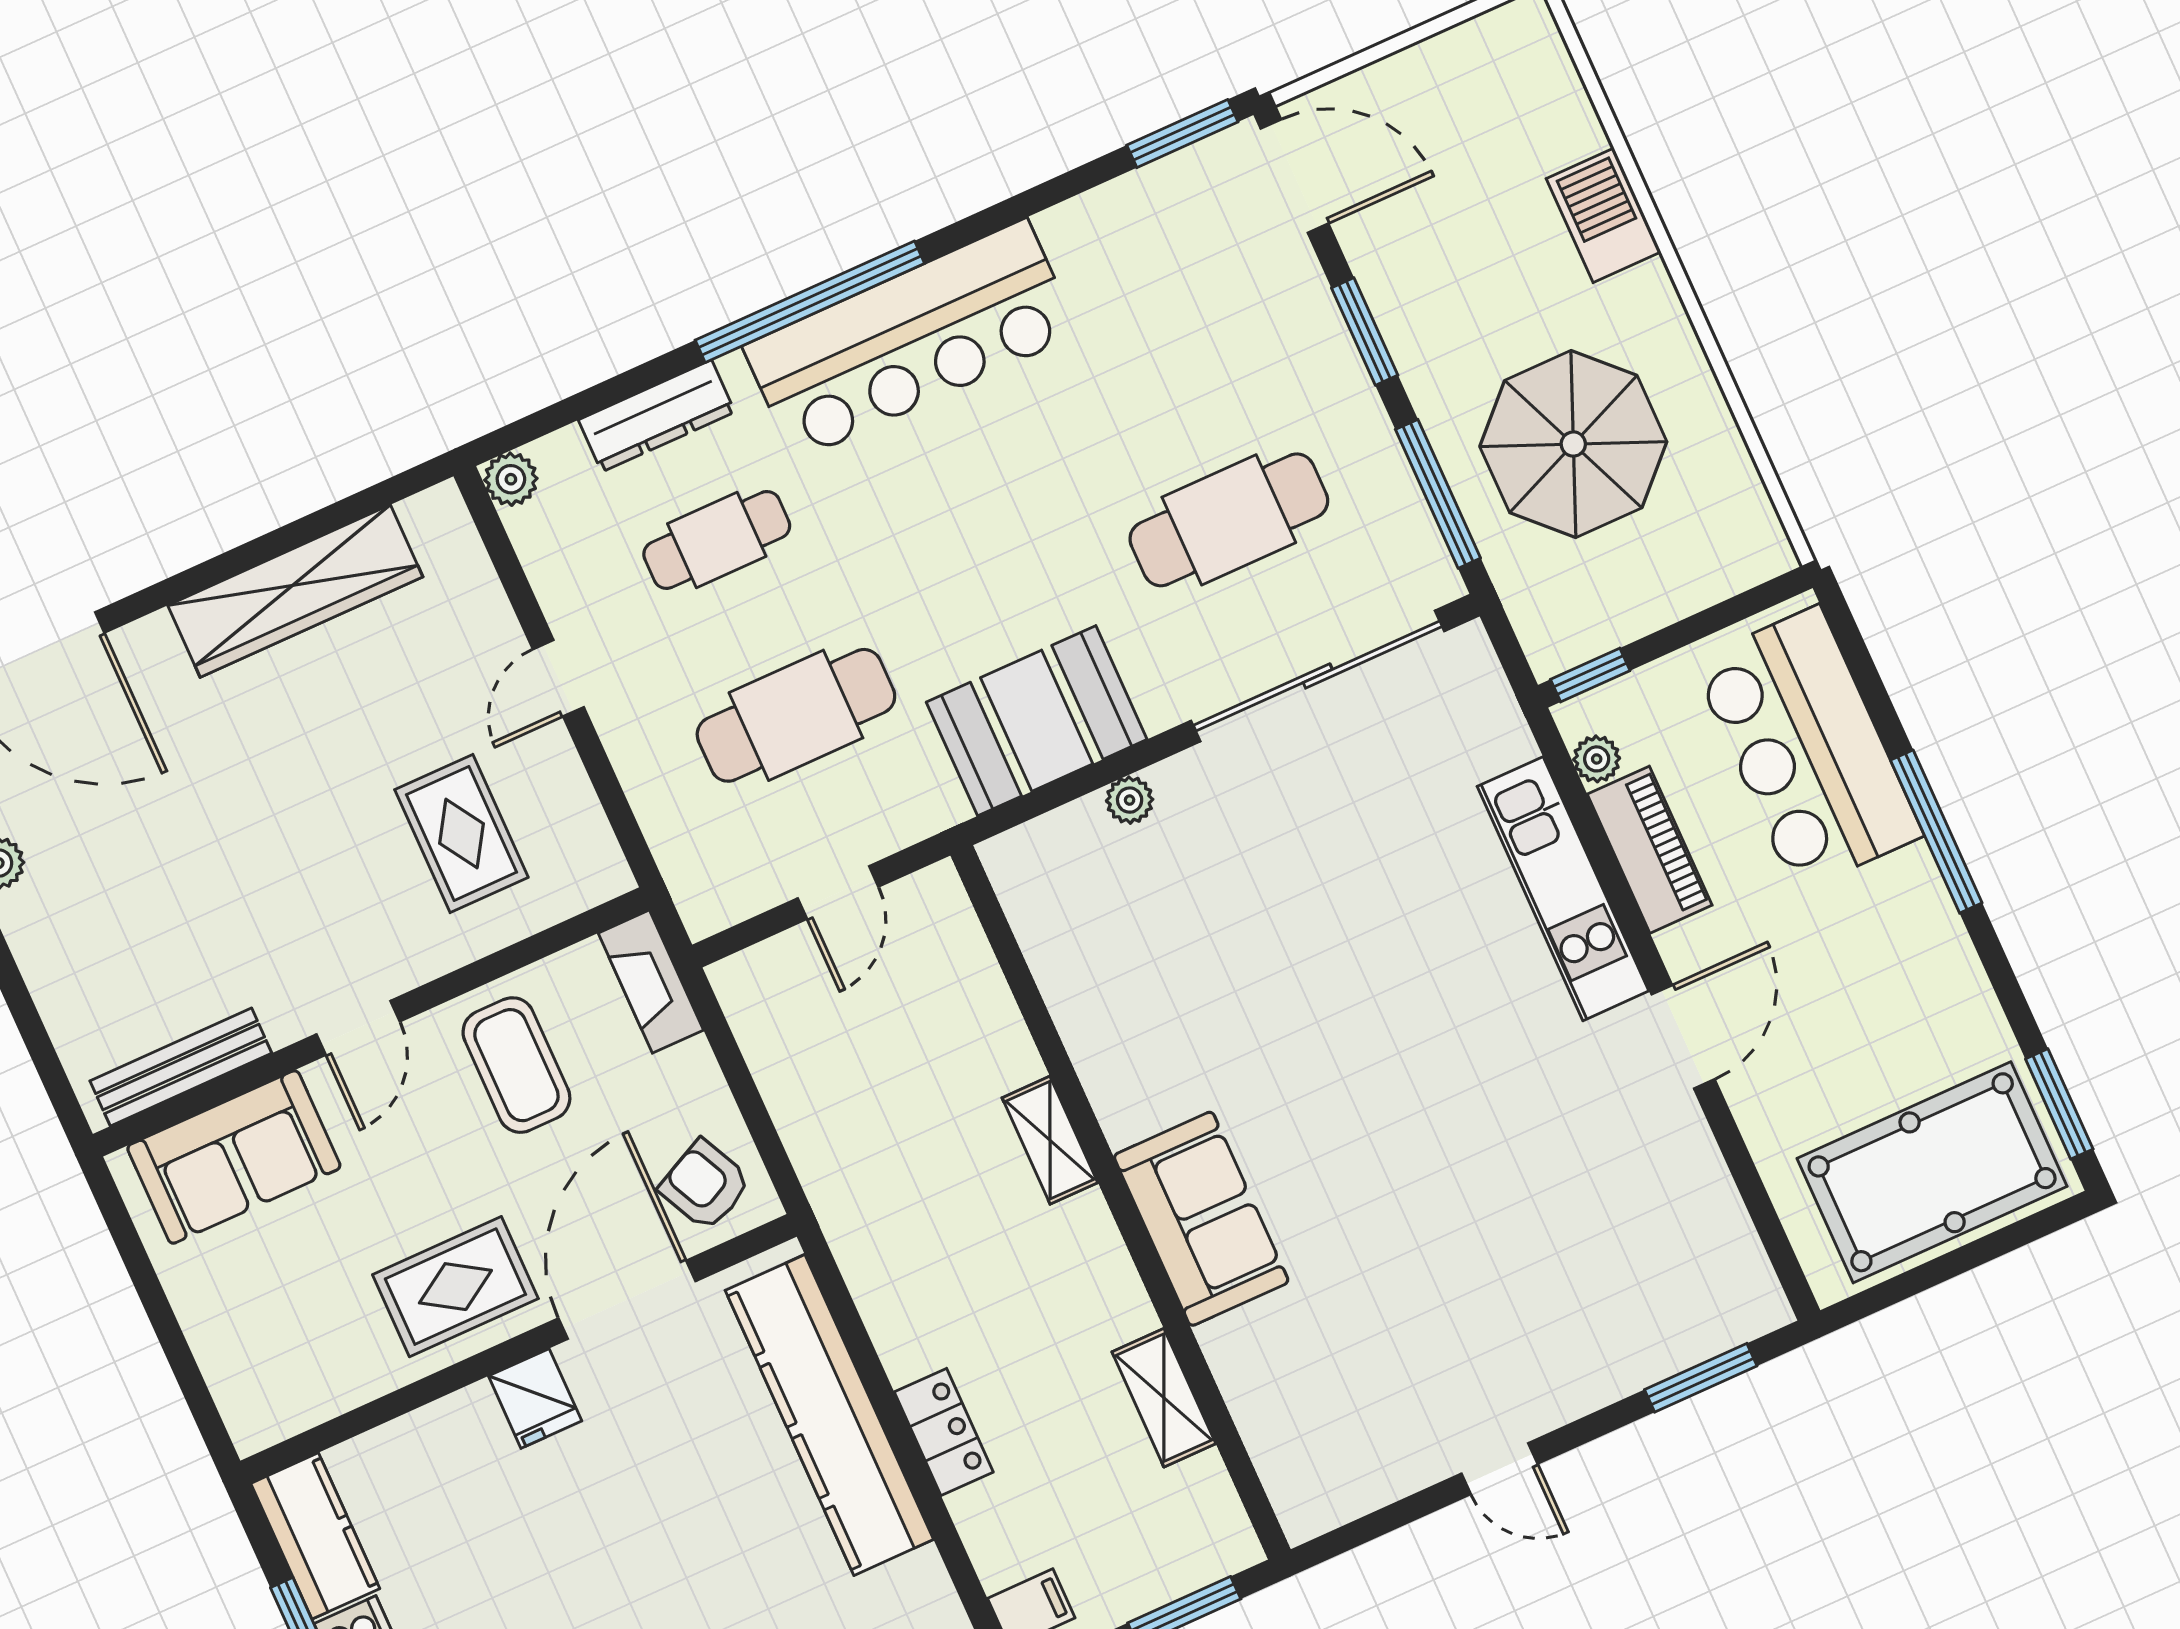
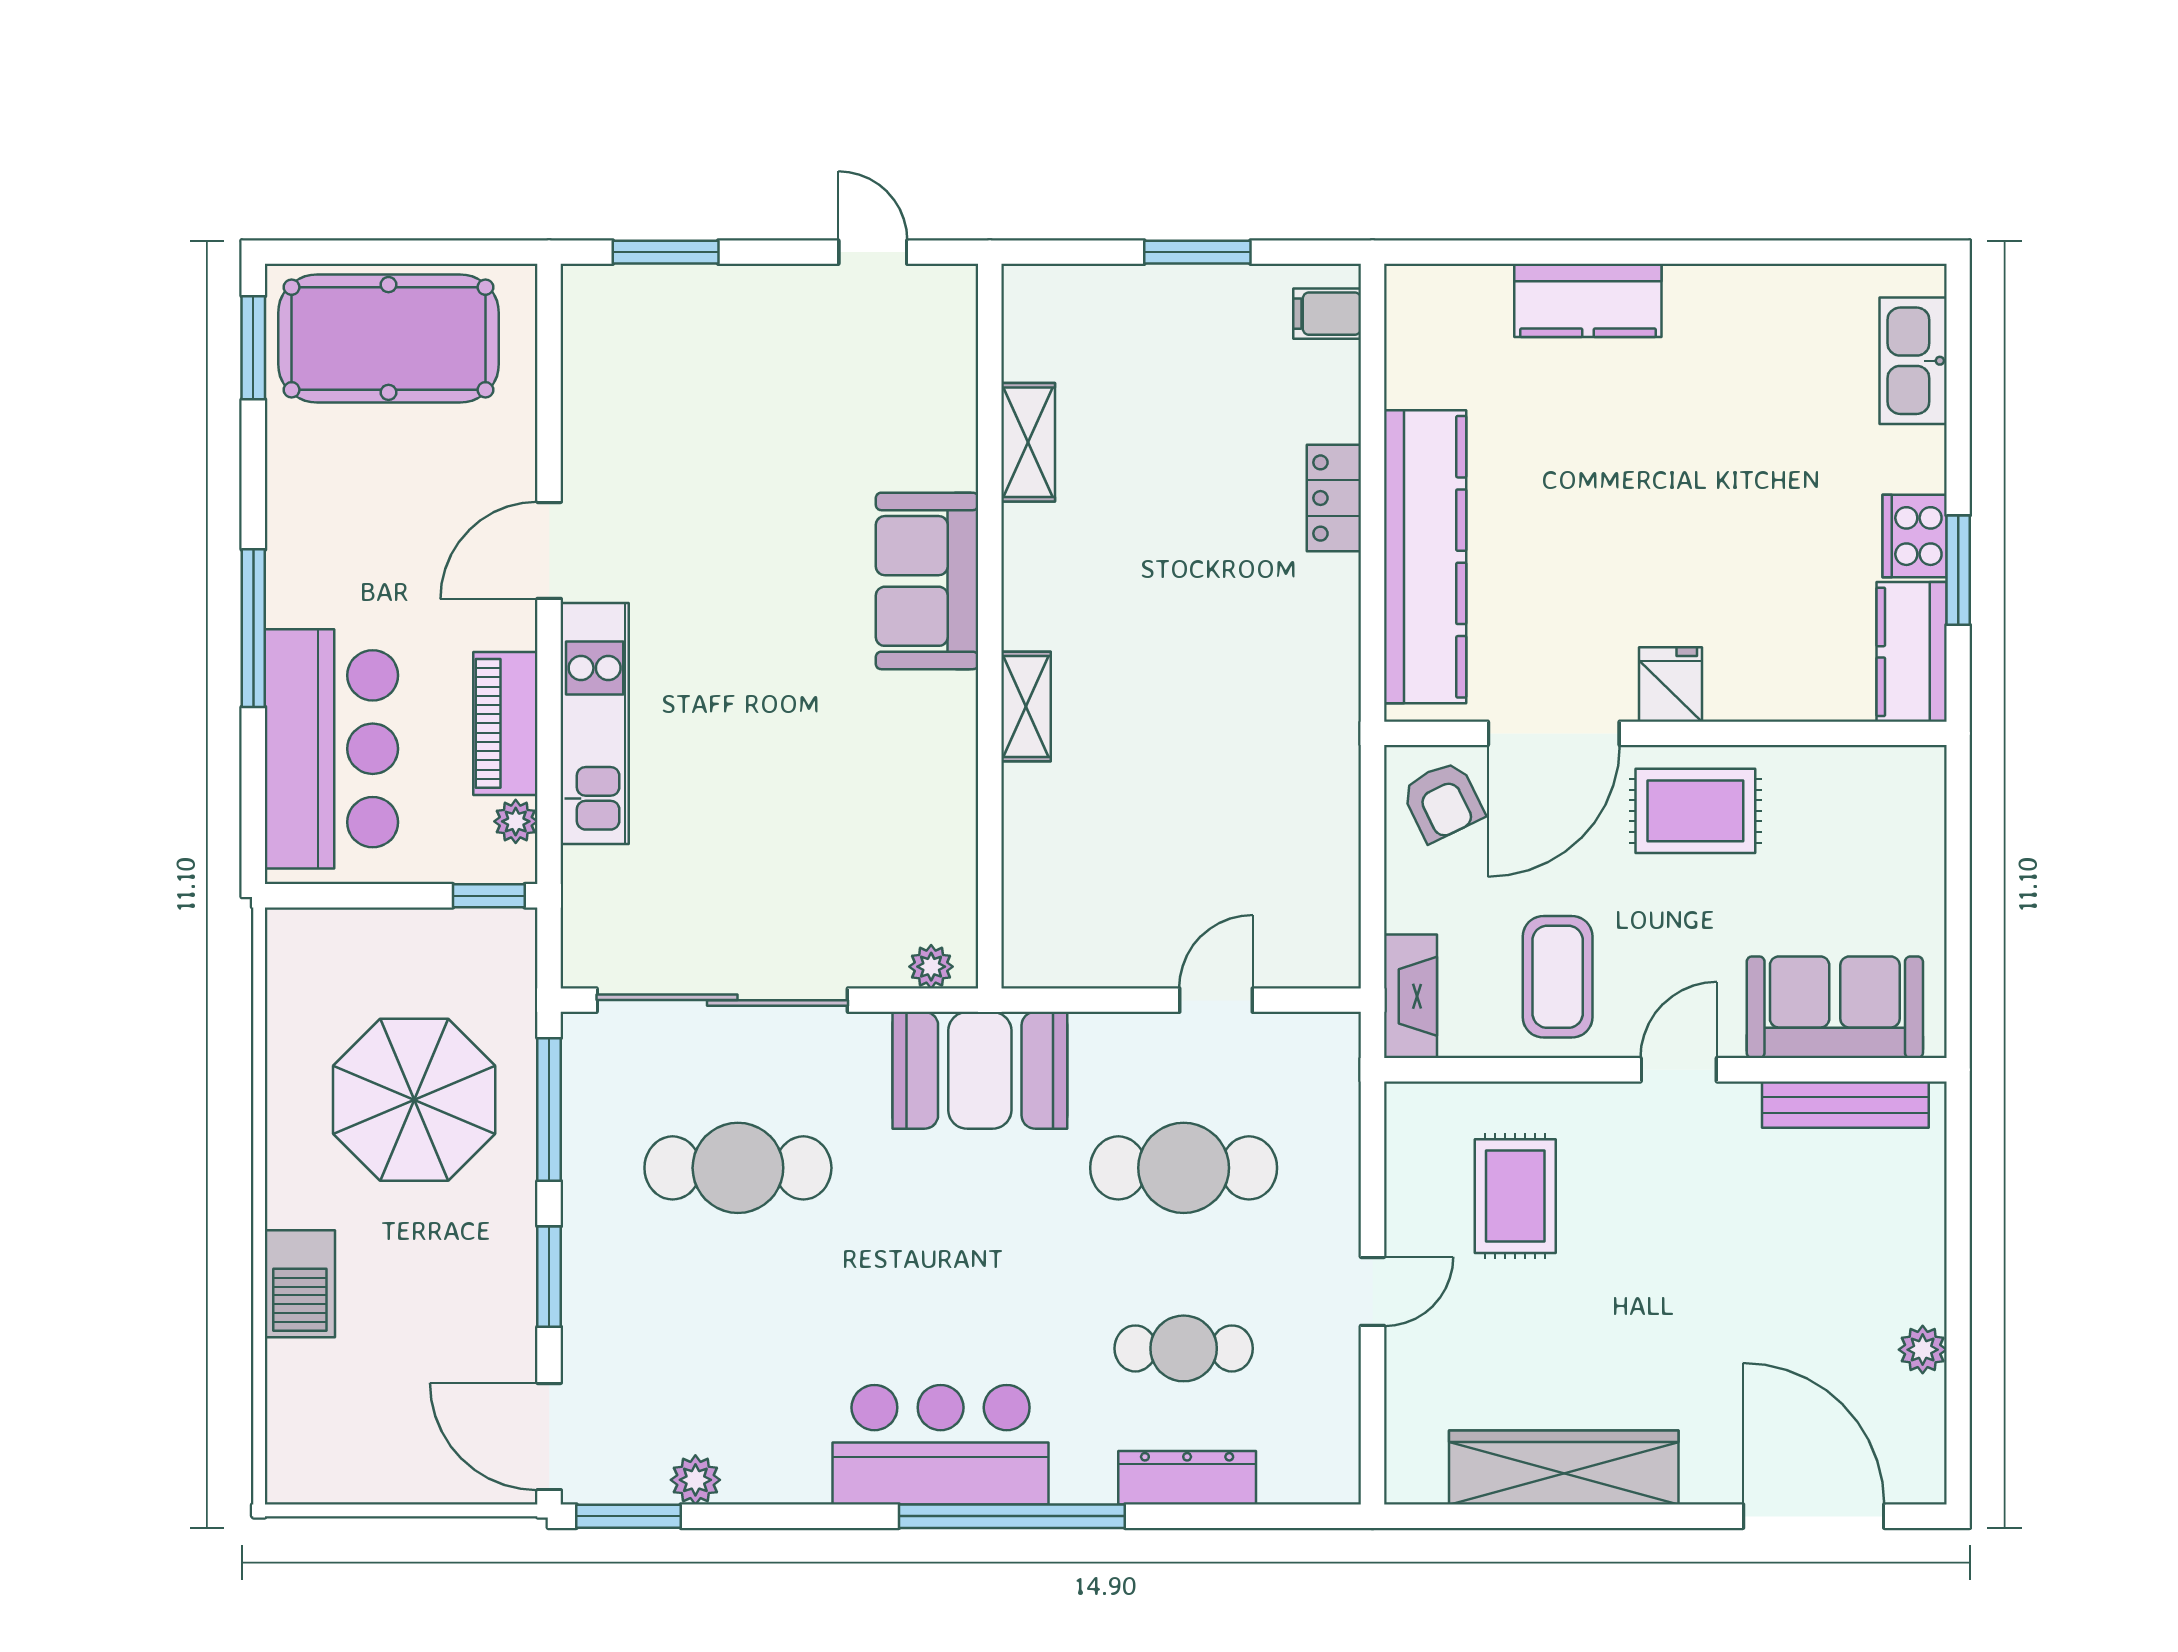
bar counter: (911, 340) -> (941, 1445), width x0.73
plant: (511, 479) -> (695, 1480), moved
shelving: (1050, 1140) -> (1026, 707), moved
wall: (1120, 1202) -> (990, 626), moved
sofa: (1201, 1219) -> (927, 581), moved
shelving: (1164, 1398) -> (1028, 442), moved

